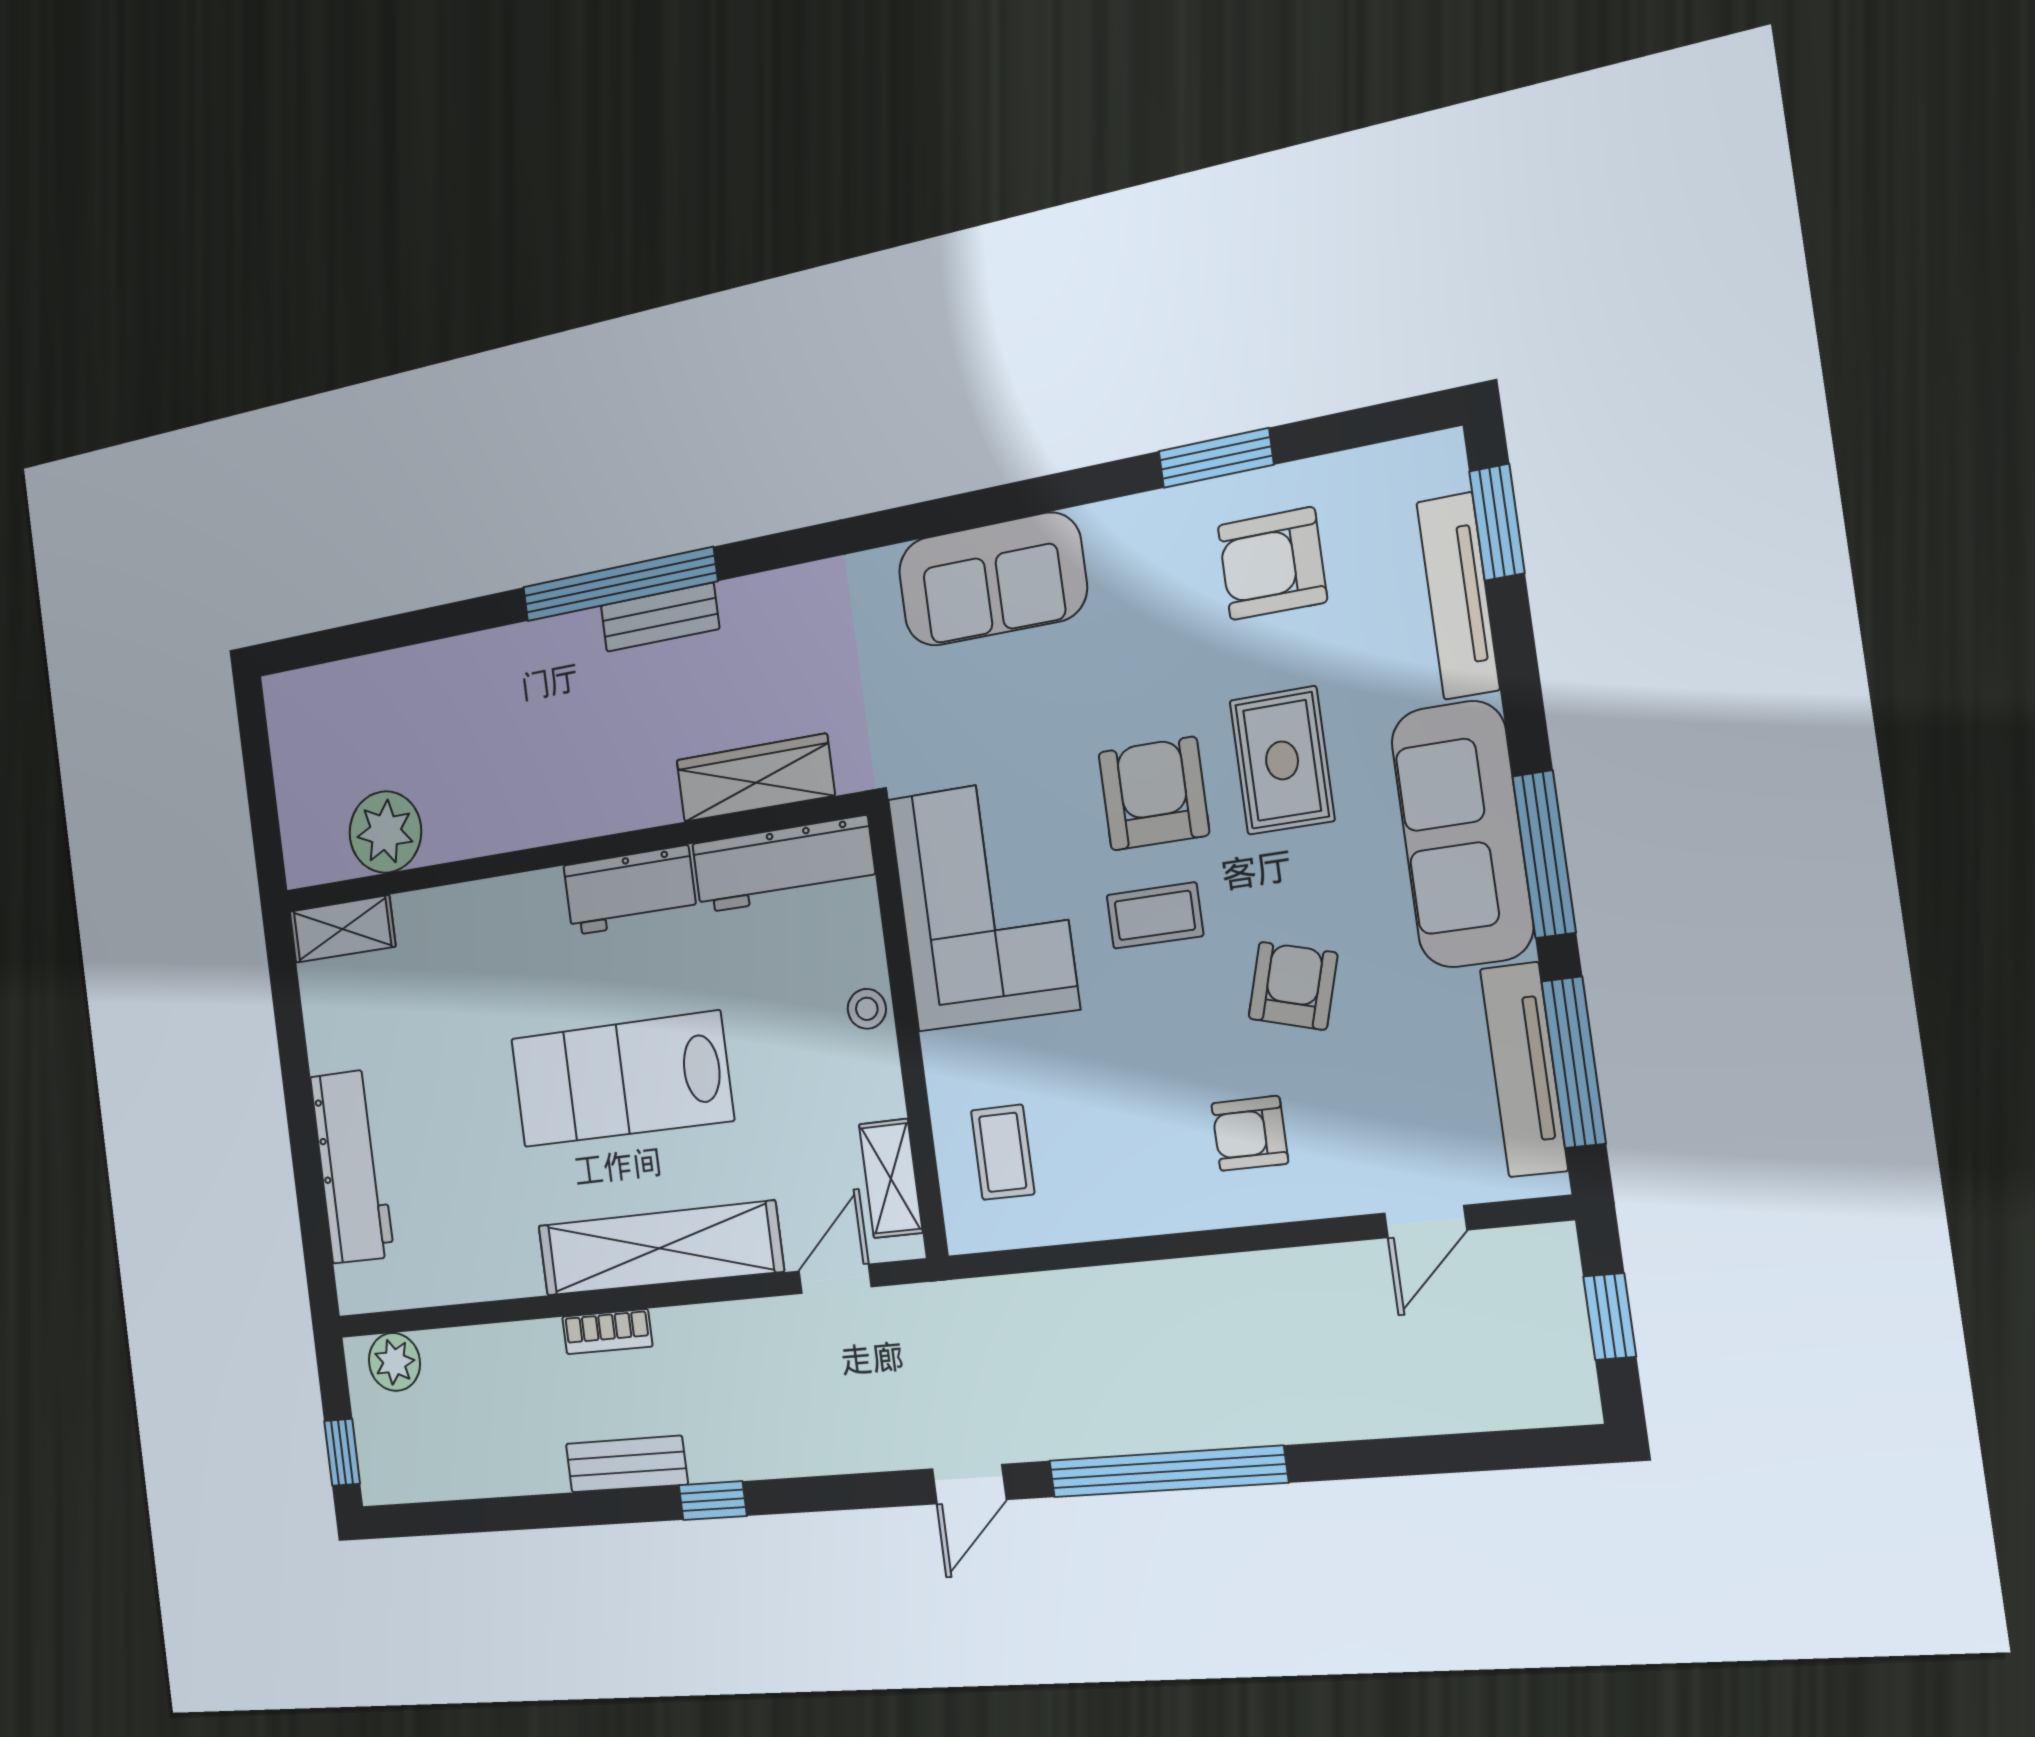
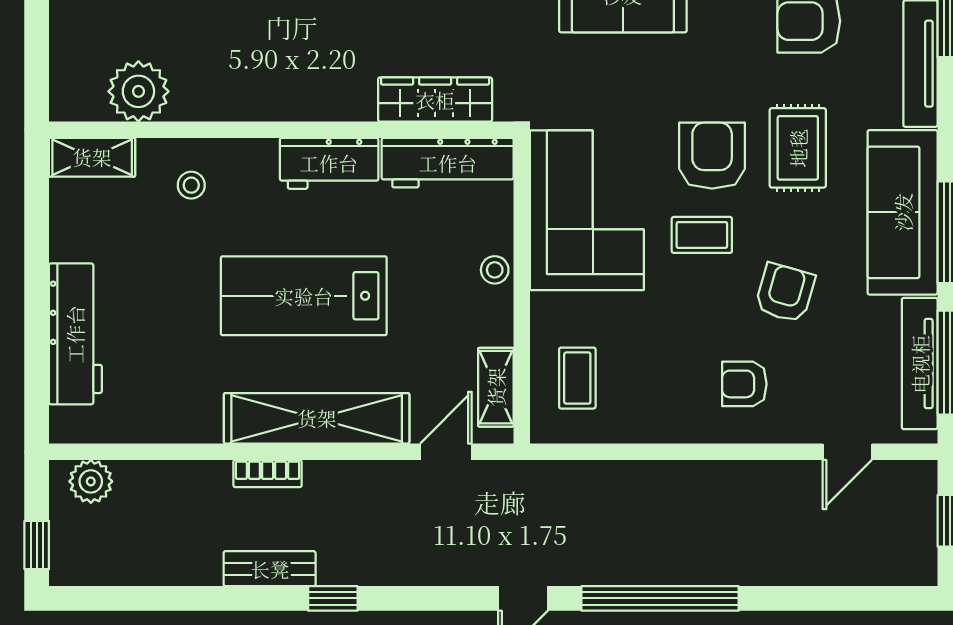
stool: (464, 948) -> (191, 185), added

